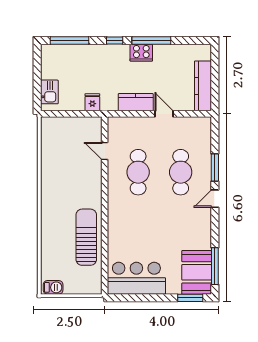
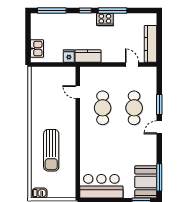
kitchen counter: (136, 102) -> (88, 56), moved
door: (164, 114) -> (132, 65), moved
sun lounger: (86, 237) -> (51, 150), moved, turned 180

